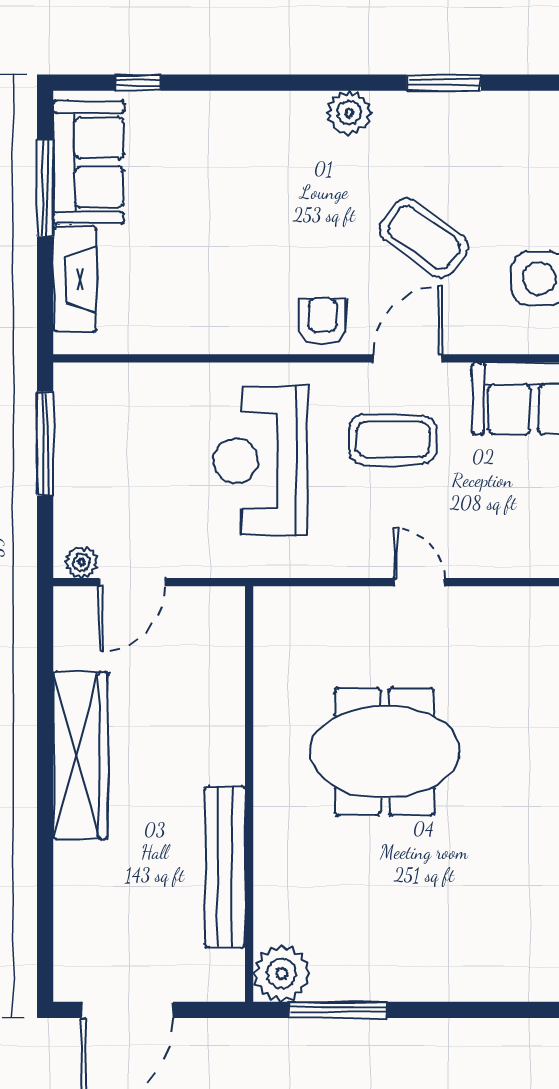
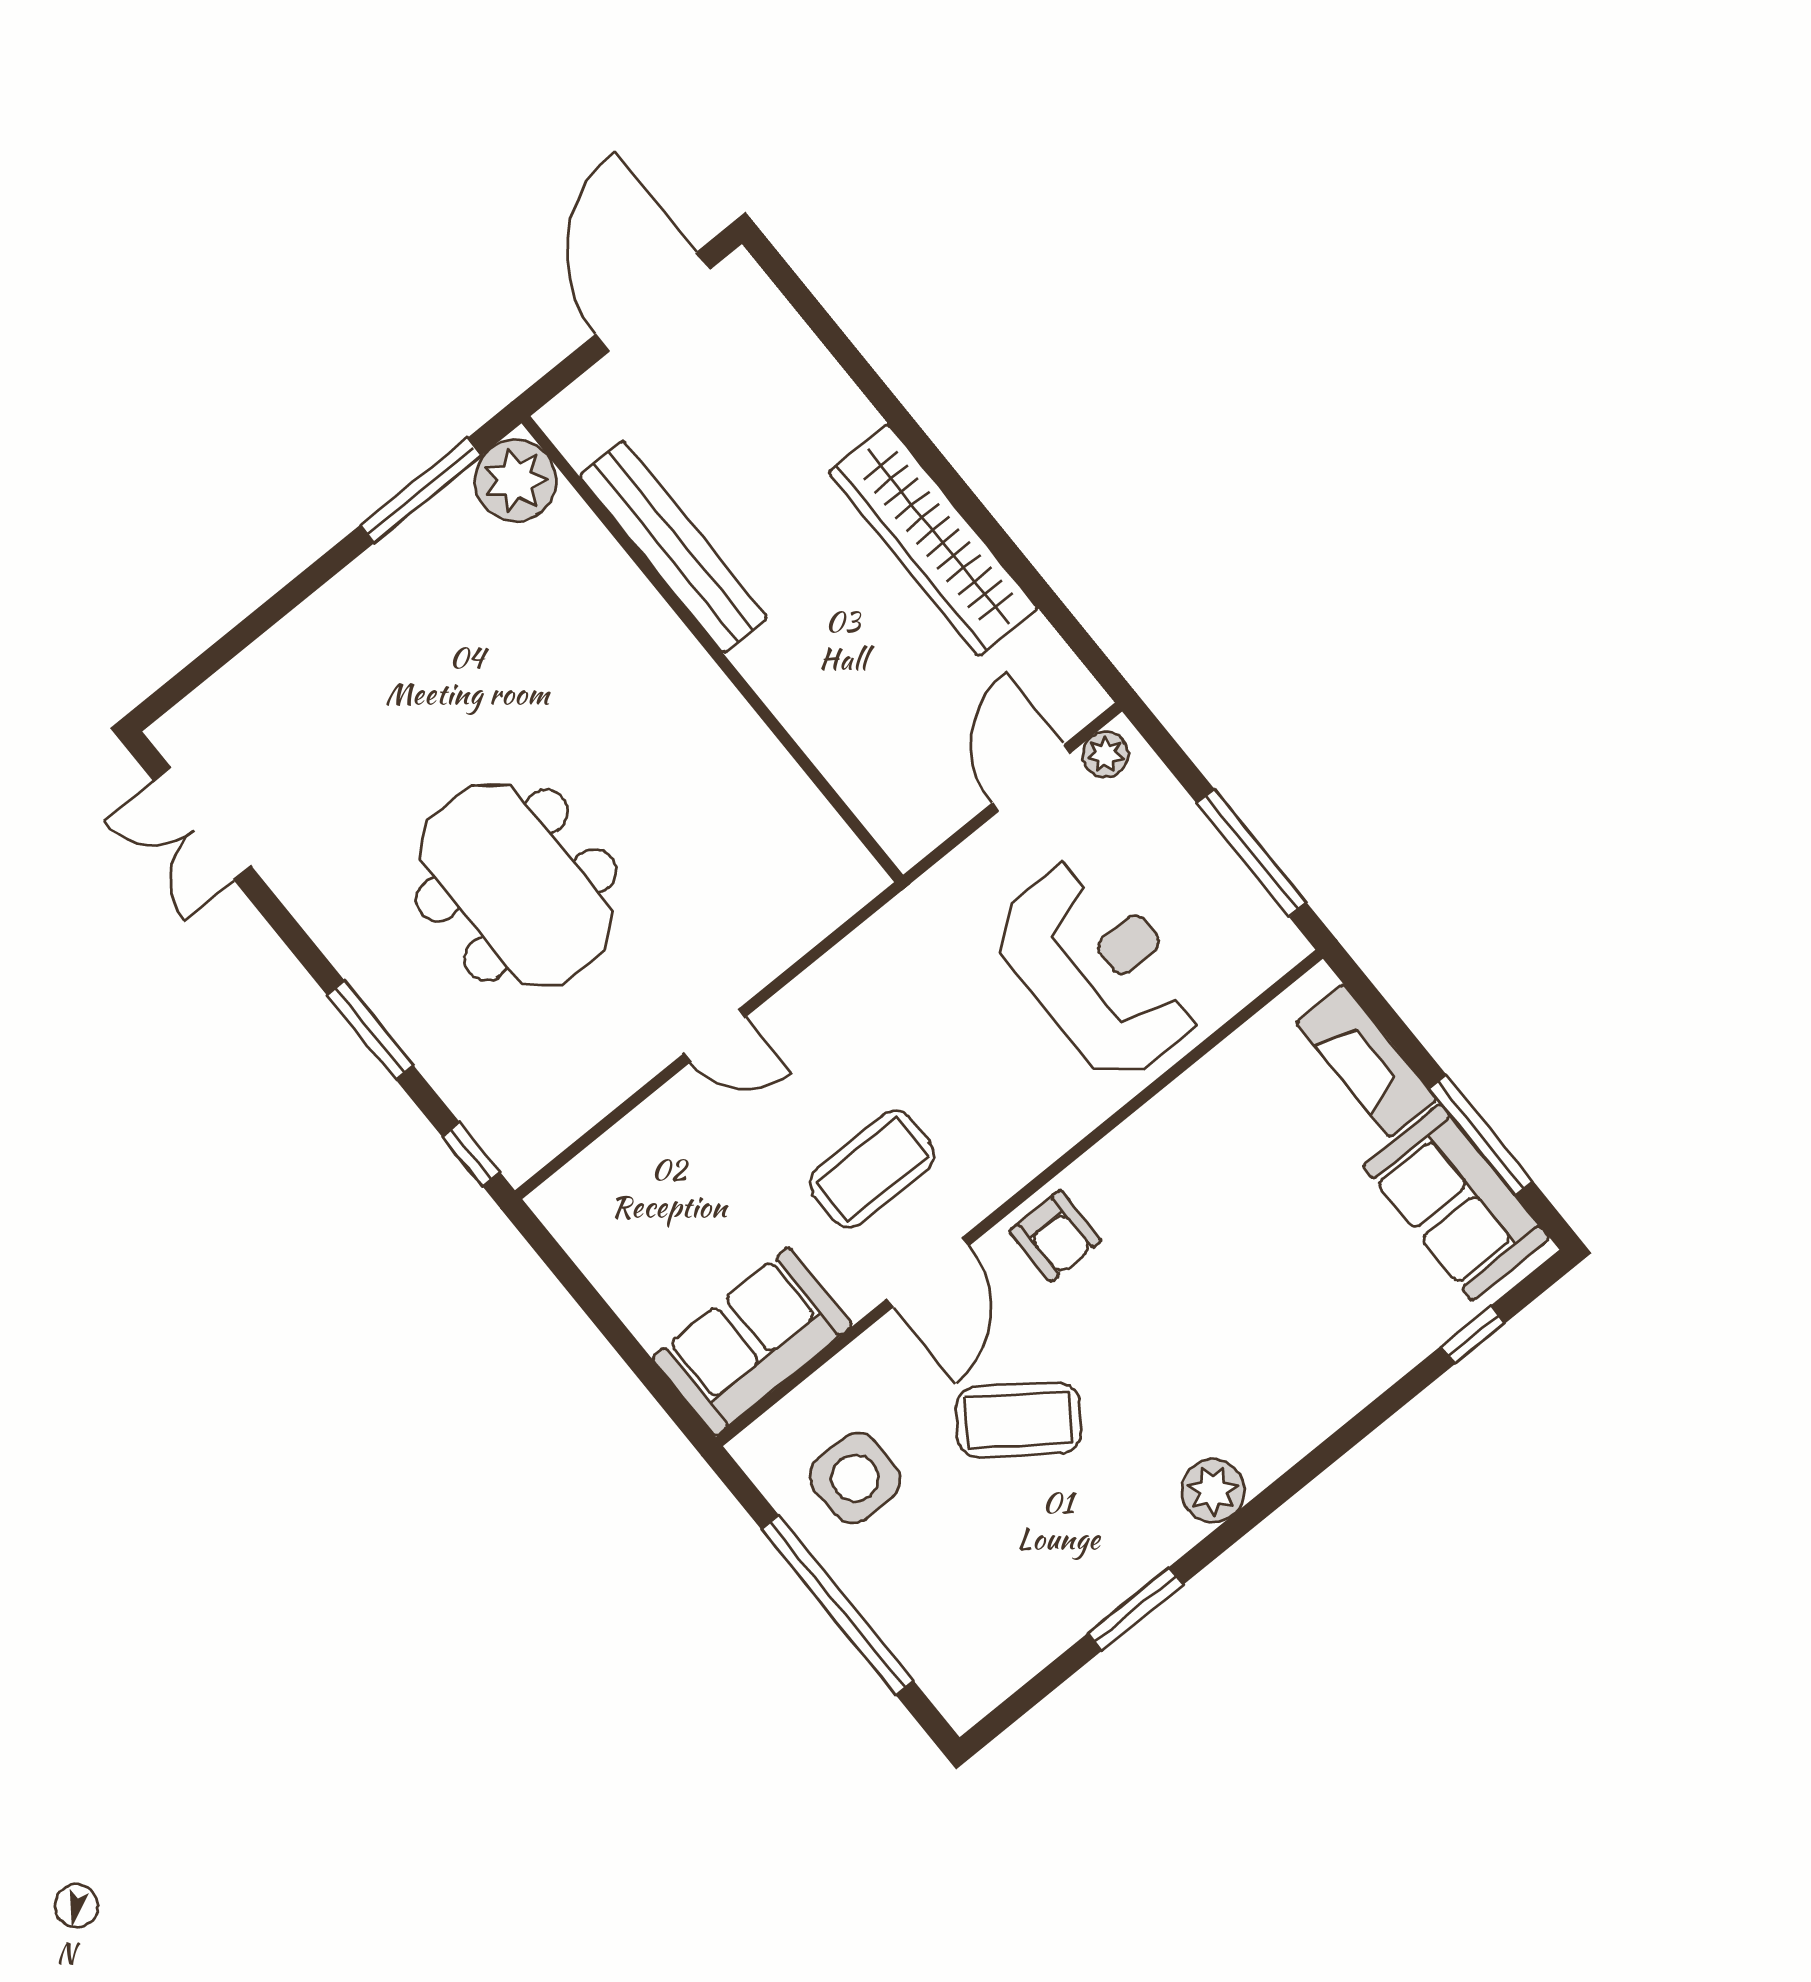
reception desk: (260, 461) -> (1099, 969), moved
meeting table: (385, 752) -> (516, 885), moved, turned 90

